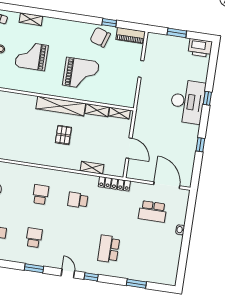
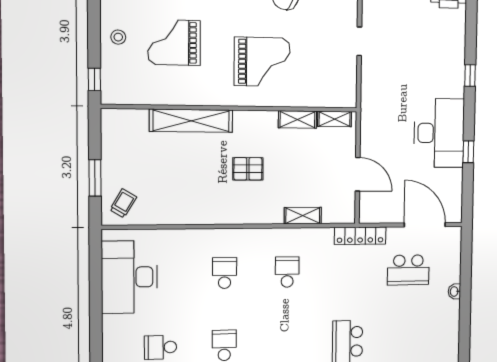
desk: (187, 102) -> (439, 133), moved
shelving: (61, 106) -> (191, 121), moved
pallet: (63, 135) -> (248, 169), turned 90
locker: (114, 184) -> (360, 236), moved
school desk: (78, 200) -> (287, 272), turned 90

